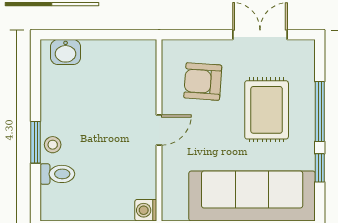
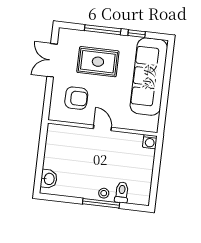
armchair: (203, 82) -> (76, 98), turned -94
window: (36, 142) -> (101, 203), width x1.44

